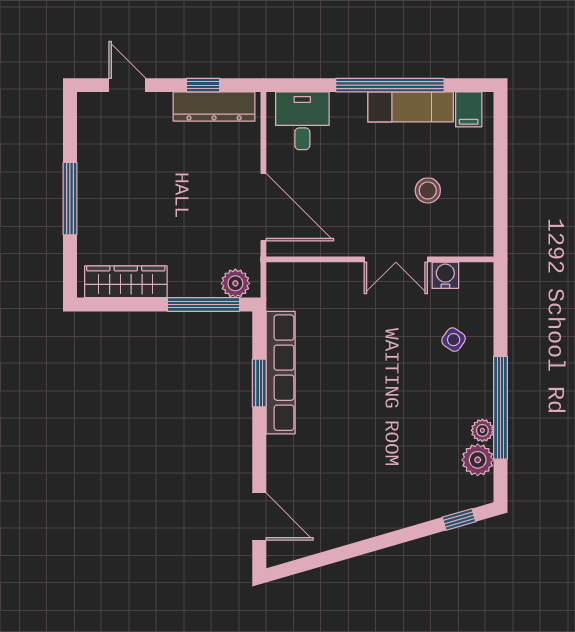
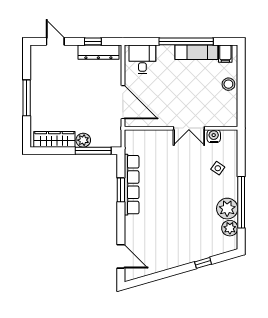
stool: (428, 190) -> (228, 84), moved
plant: (235, 283) -> (83, 140), moved
plant: (482, 430) -> (227, 209), width x1.87, depth x1.87
window: (459, 519) -> (203, 263), moved

